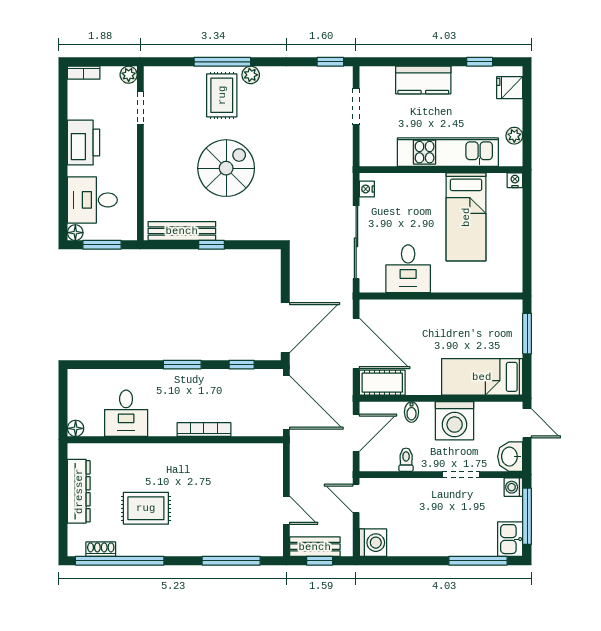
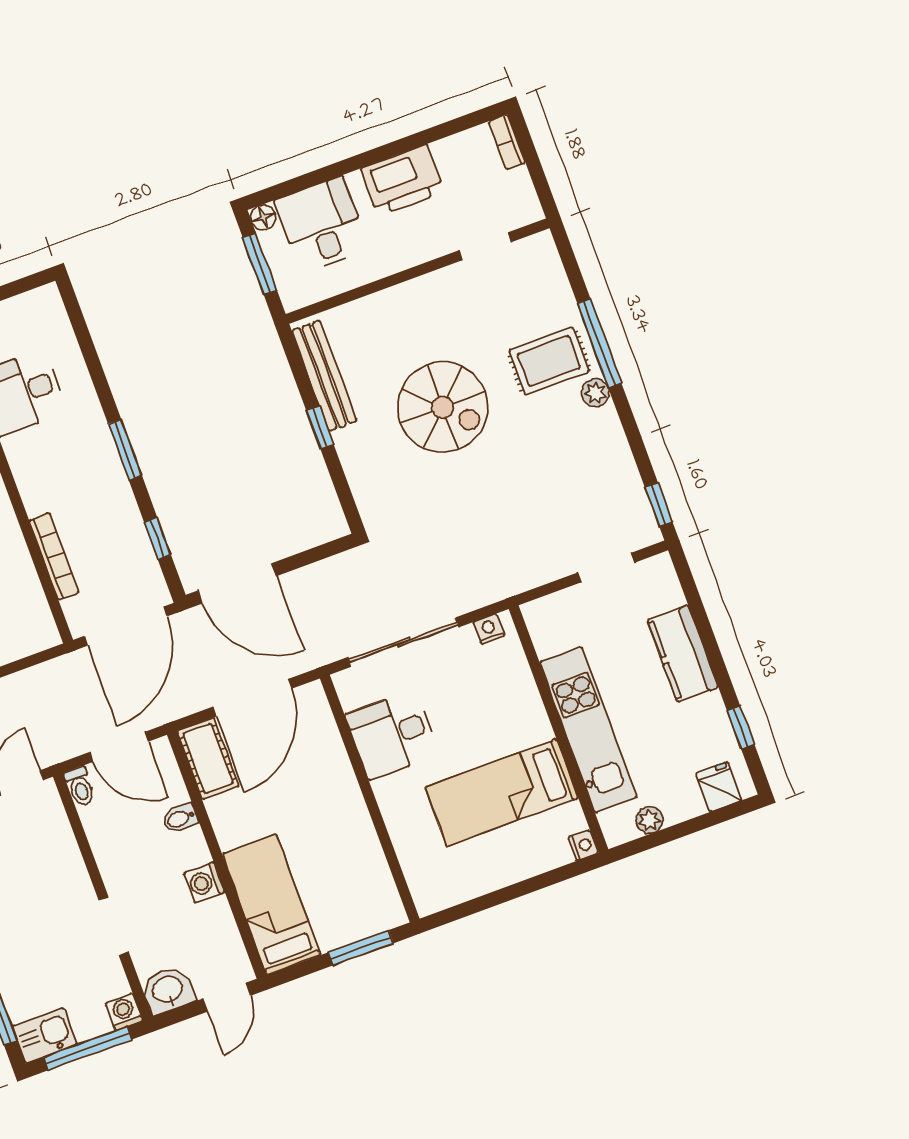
plant: (129, 75) -> (529, 210), removed
washing machine: (455, 421) -> (204, 882), width x0.53, depth x0.53
bookcase: (204, 430) -> (54, 556), moved
toilet: (406, 460) -> (80, 786), moved, turned 90

